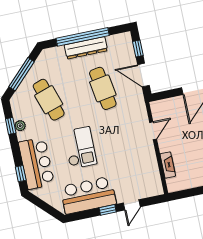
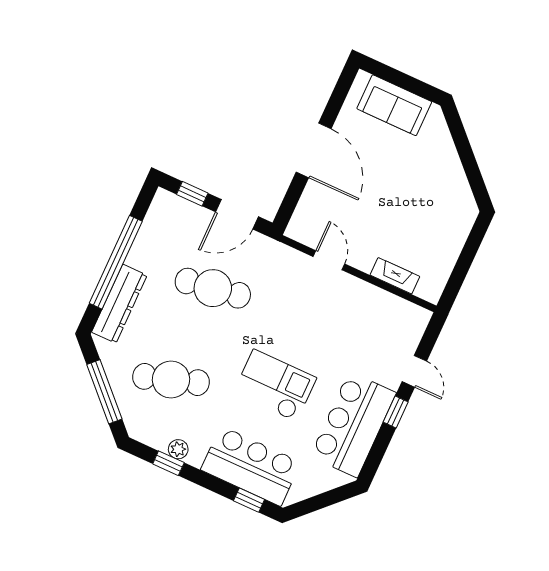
dresser: (86, 48) -> (119, 304), moved

